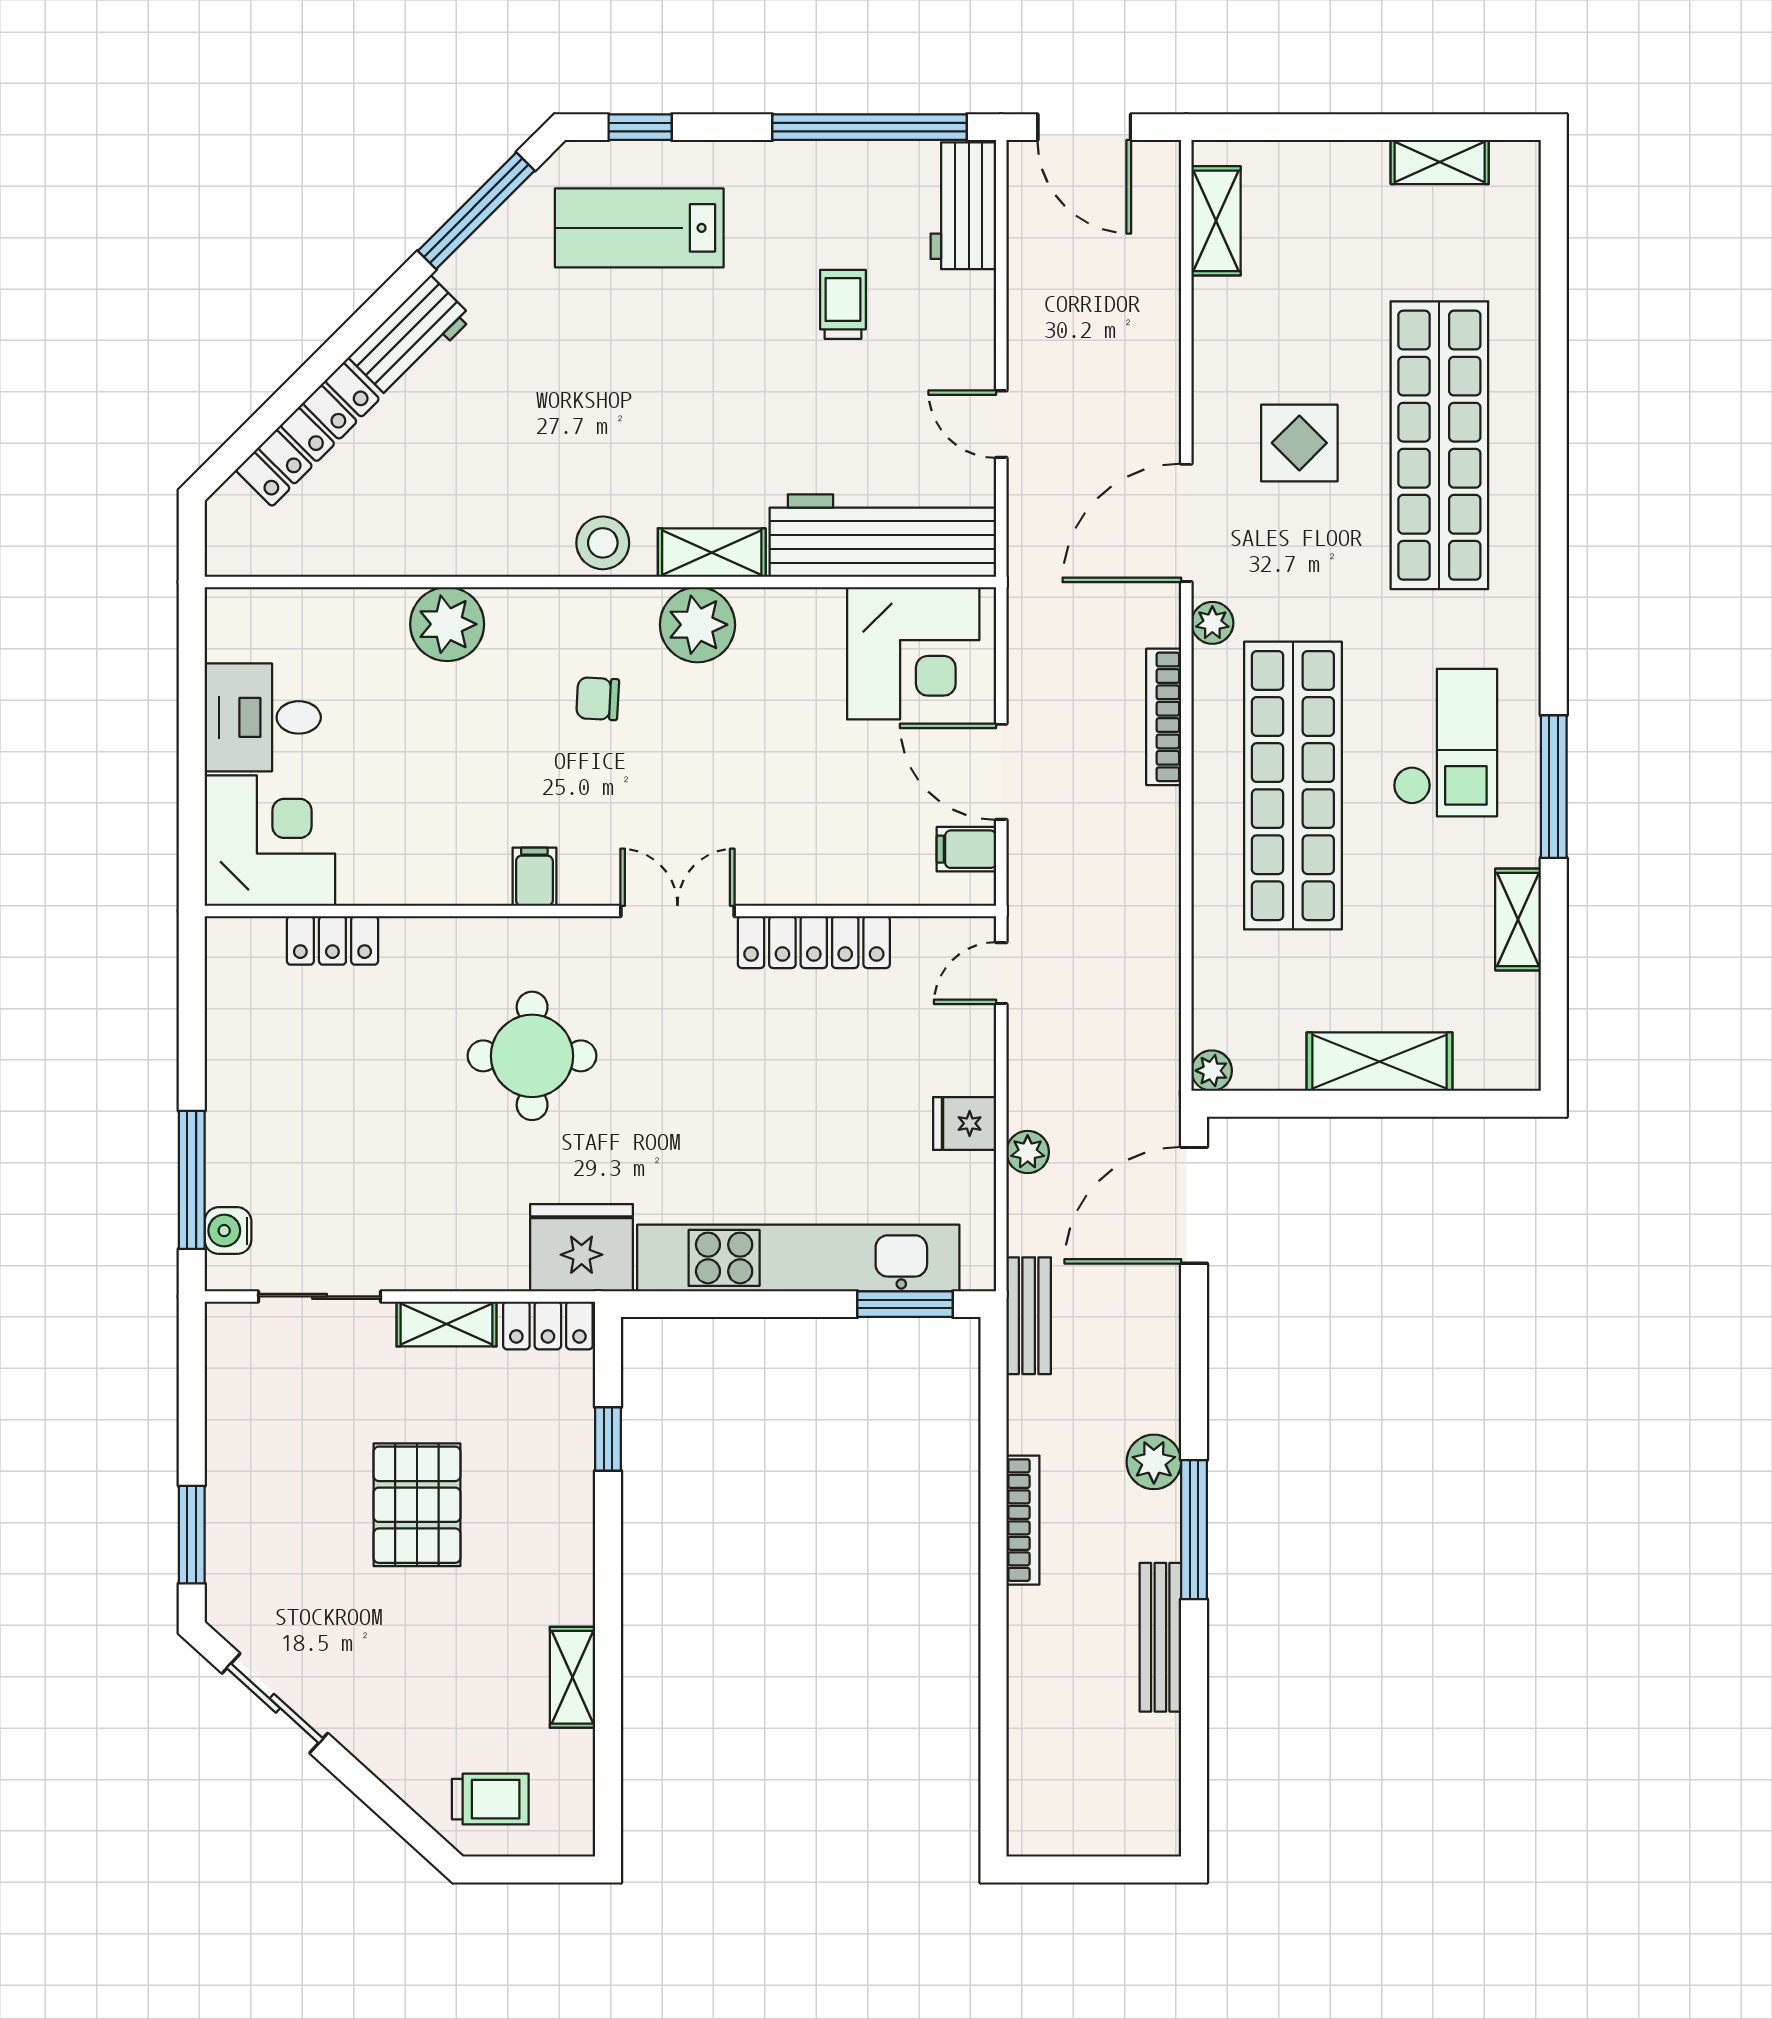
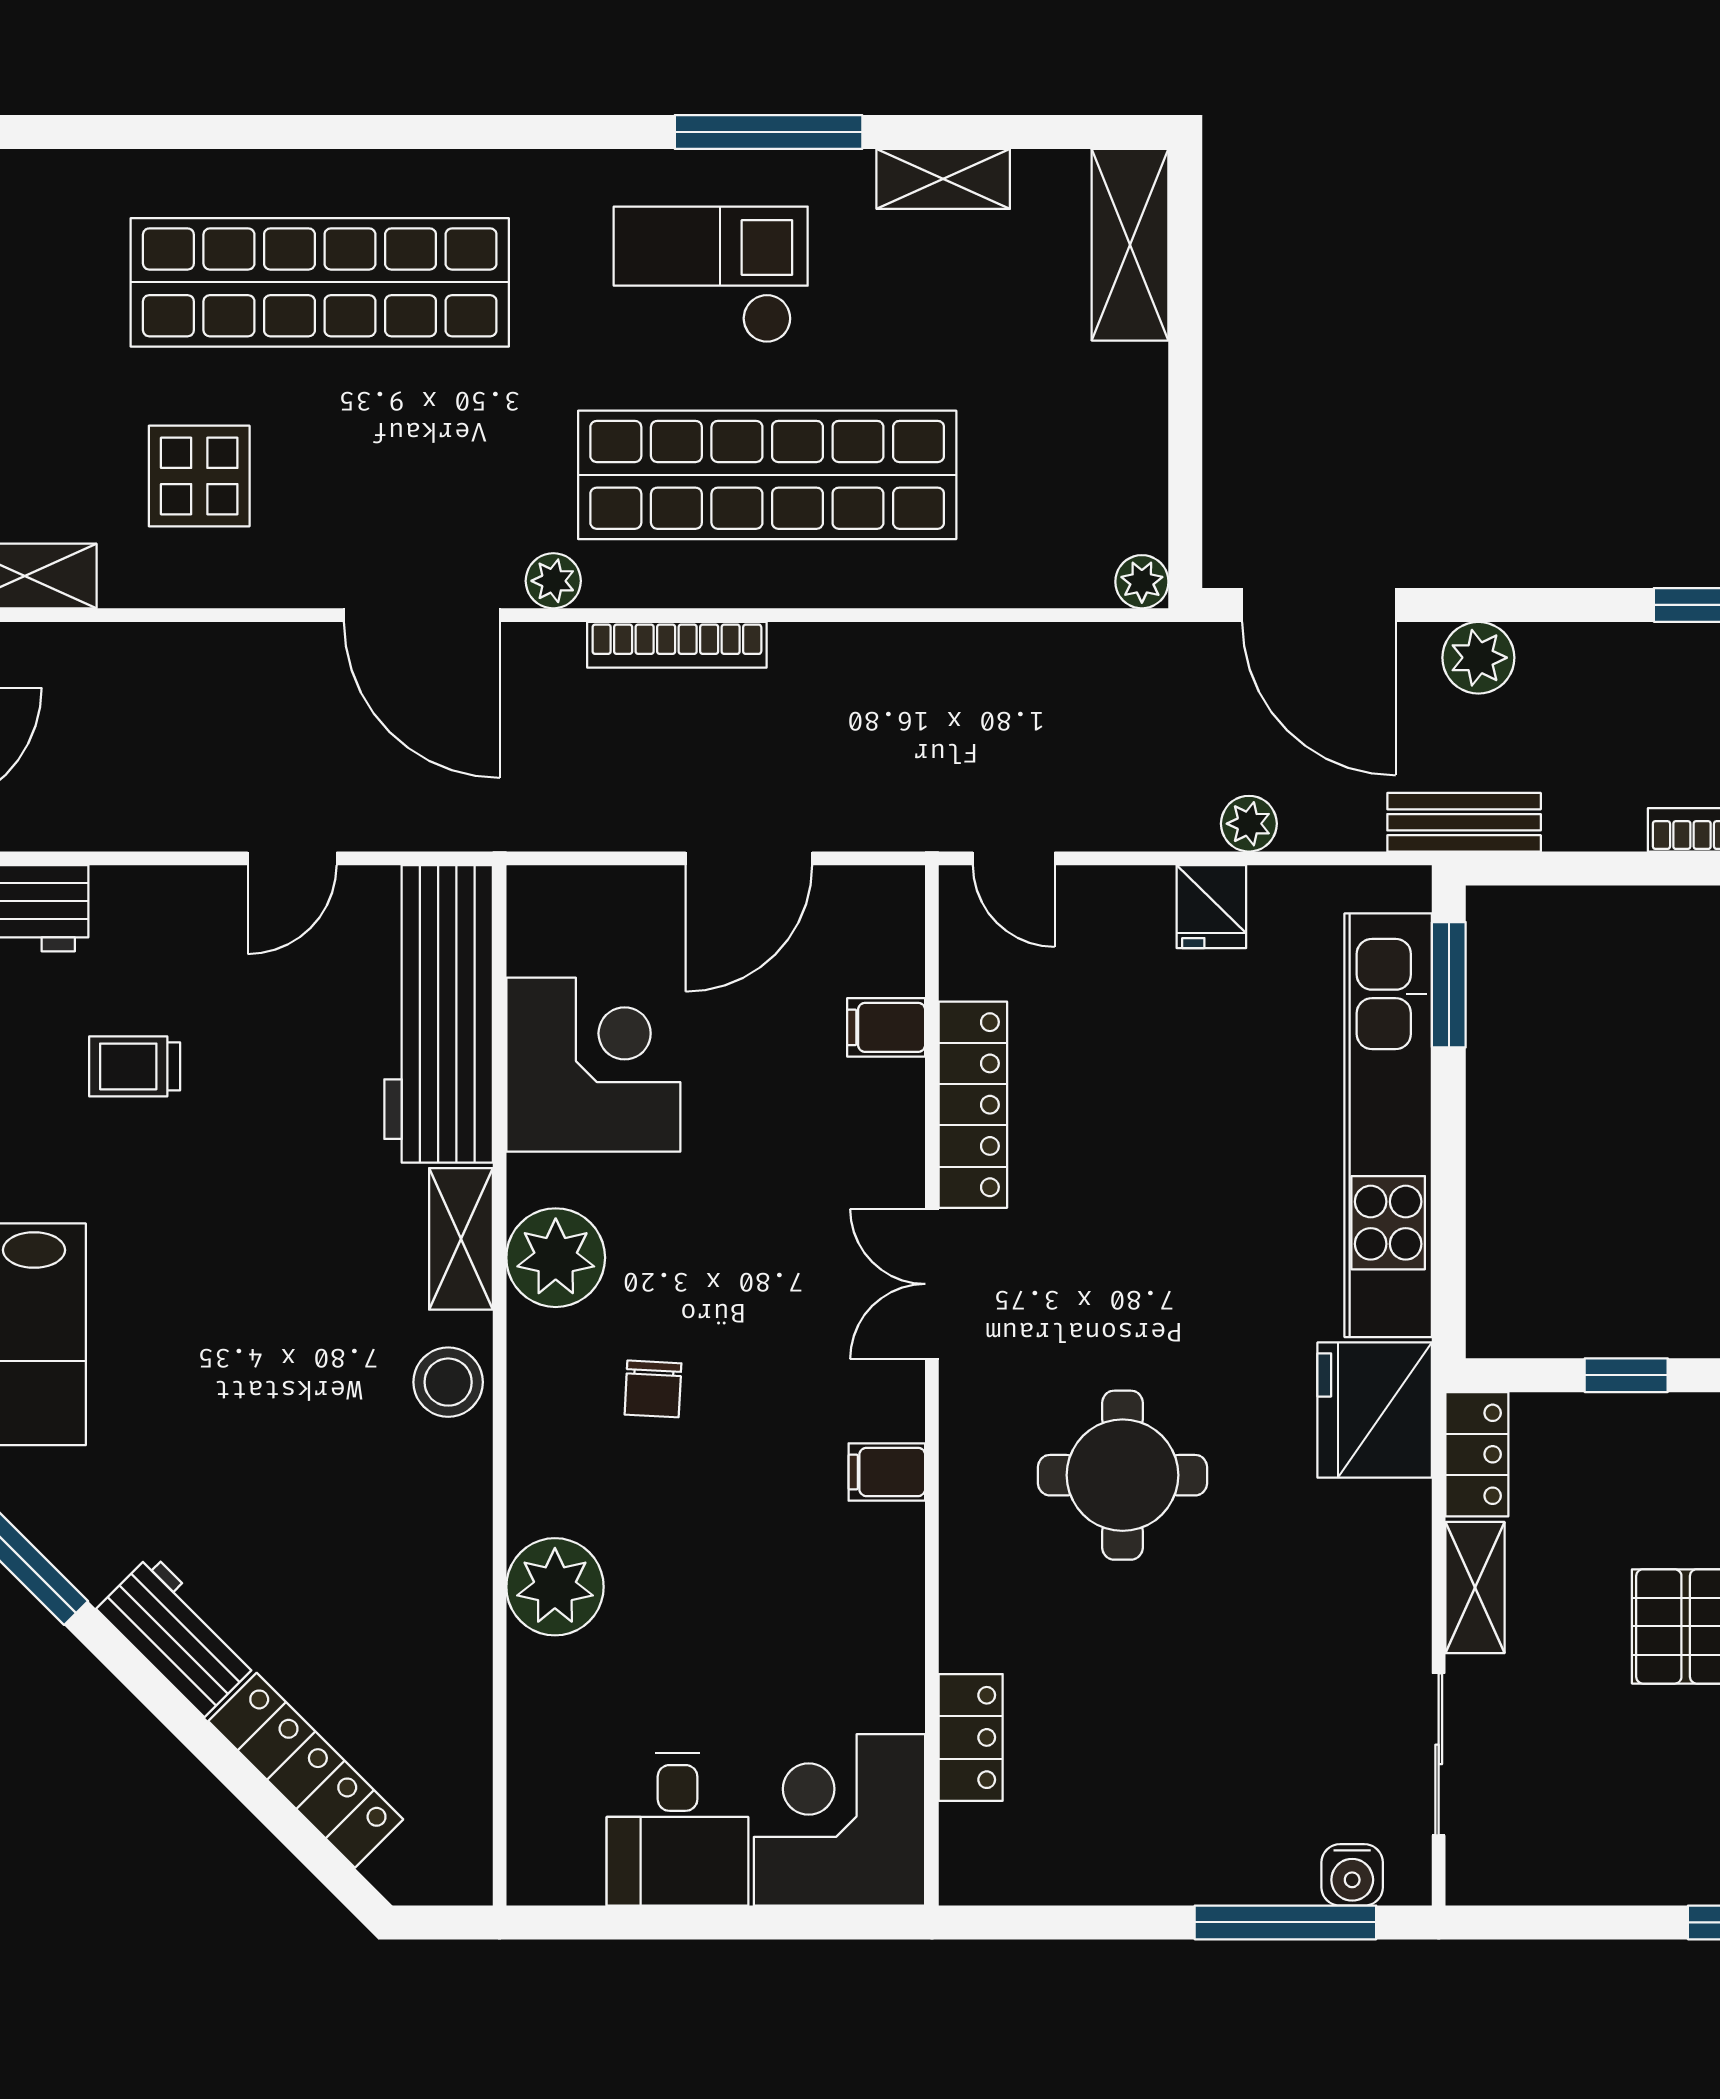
display table: (1299, 443) -> (199, 476), moved
corner desk: (913, 653) -> (593, 1065), moved
filing cabinet: (966, 849) -> (886, 1027), moved, turned 90
shelving: (1379, 1062) -> (1130, 245), moved
plant: (1154, 1462) -> (1478, 658), moved

